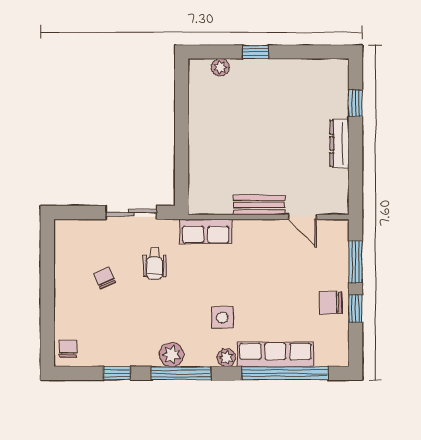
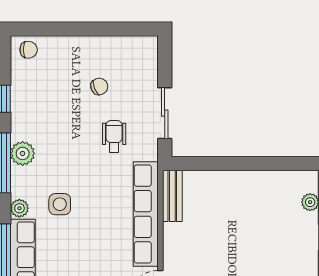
bench: (259, 205) -> (172, 196), moved
row of seats: (206, 232) -> (146, 214), width x2.02
wheelchair: (155, 263) -> (114, 136), turned 90

